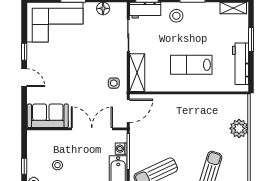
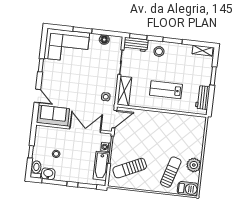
workbench: (241, 64) -> (203, 98), width x0.73
door: (24, 78) -> (37, 96), moved
plant: (239, 128) -> (194, 165), moved

